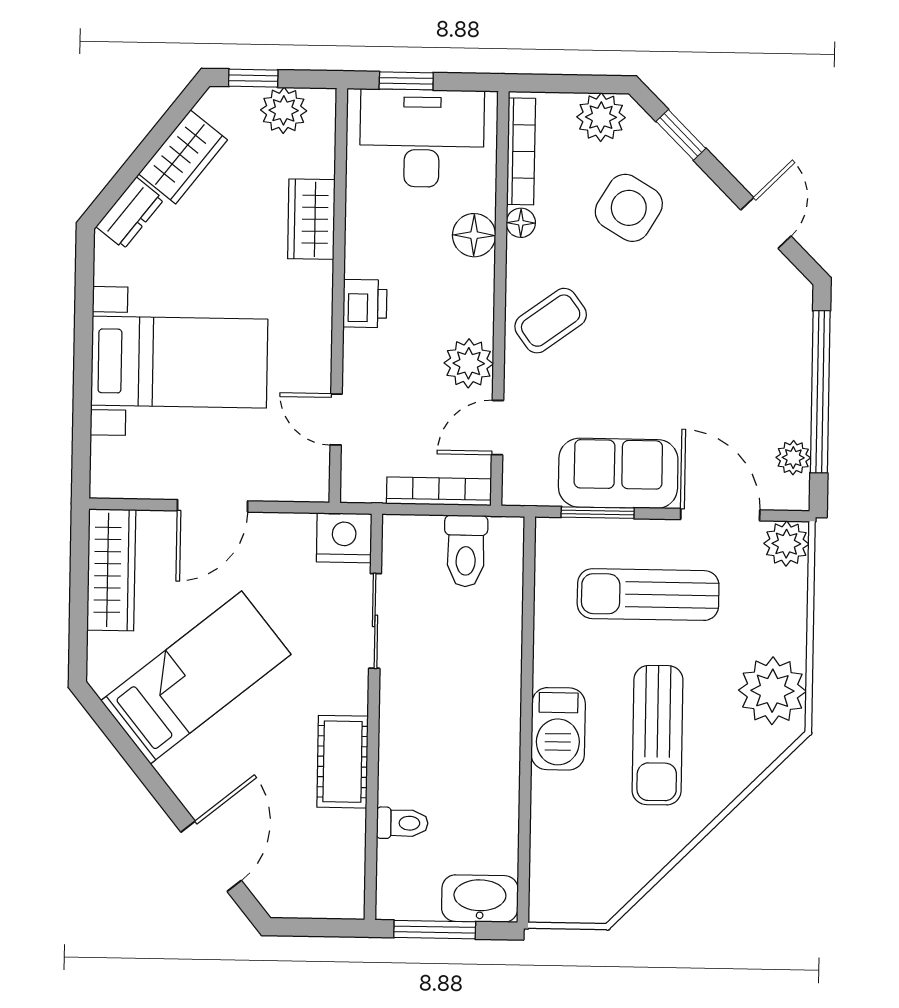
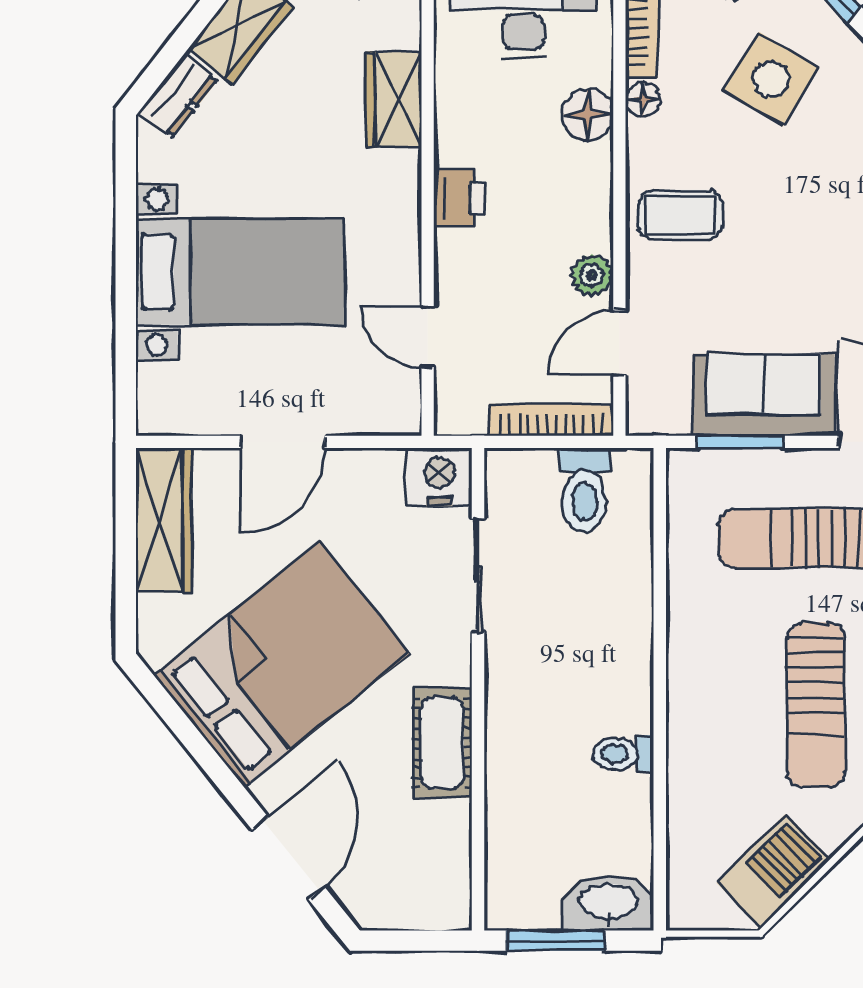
coffee table: (551, 321) -> (680, 215), turned 36
plant: (469, 363) -> (592, 275), width x0.73, depth x0.73
bed: (196, 678) -> (281, 665), width x1.50
barbecue: (558, 729) -> (773, 871), moved, turned -135
toilet: (402, 823) -> (623, 754), moved, turned 180

